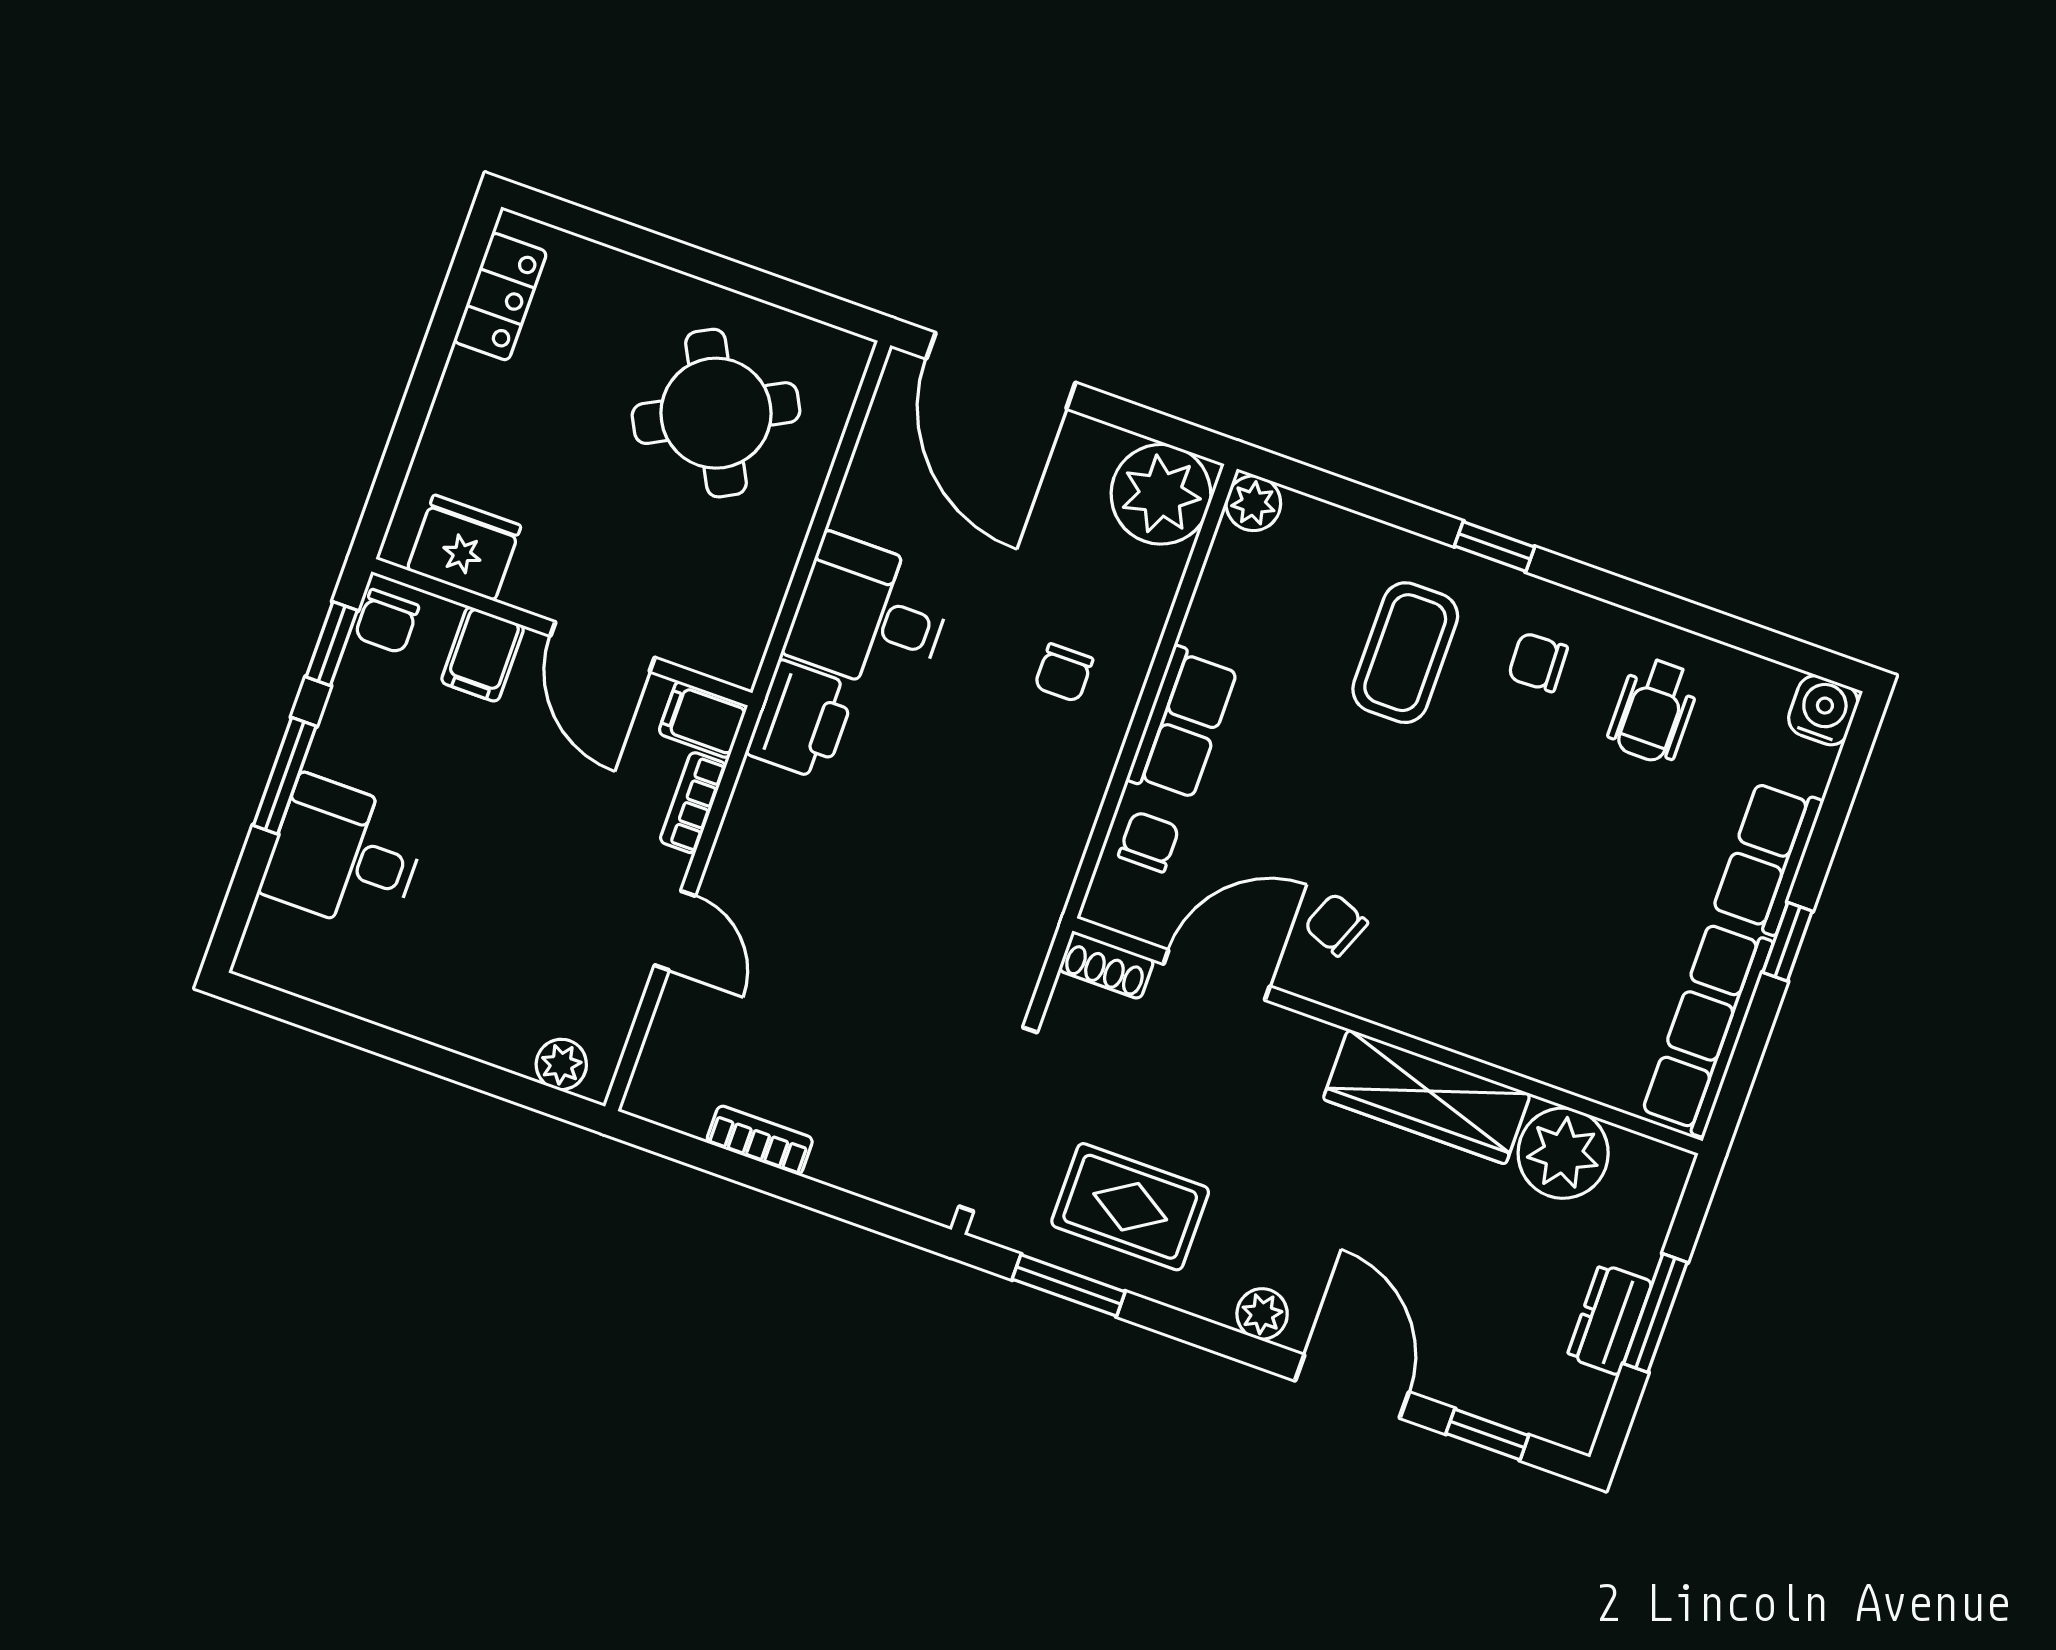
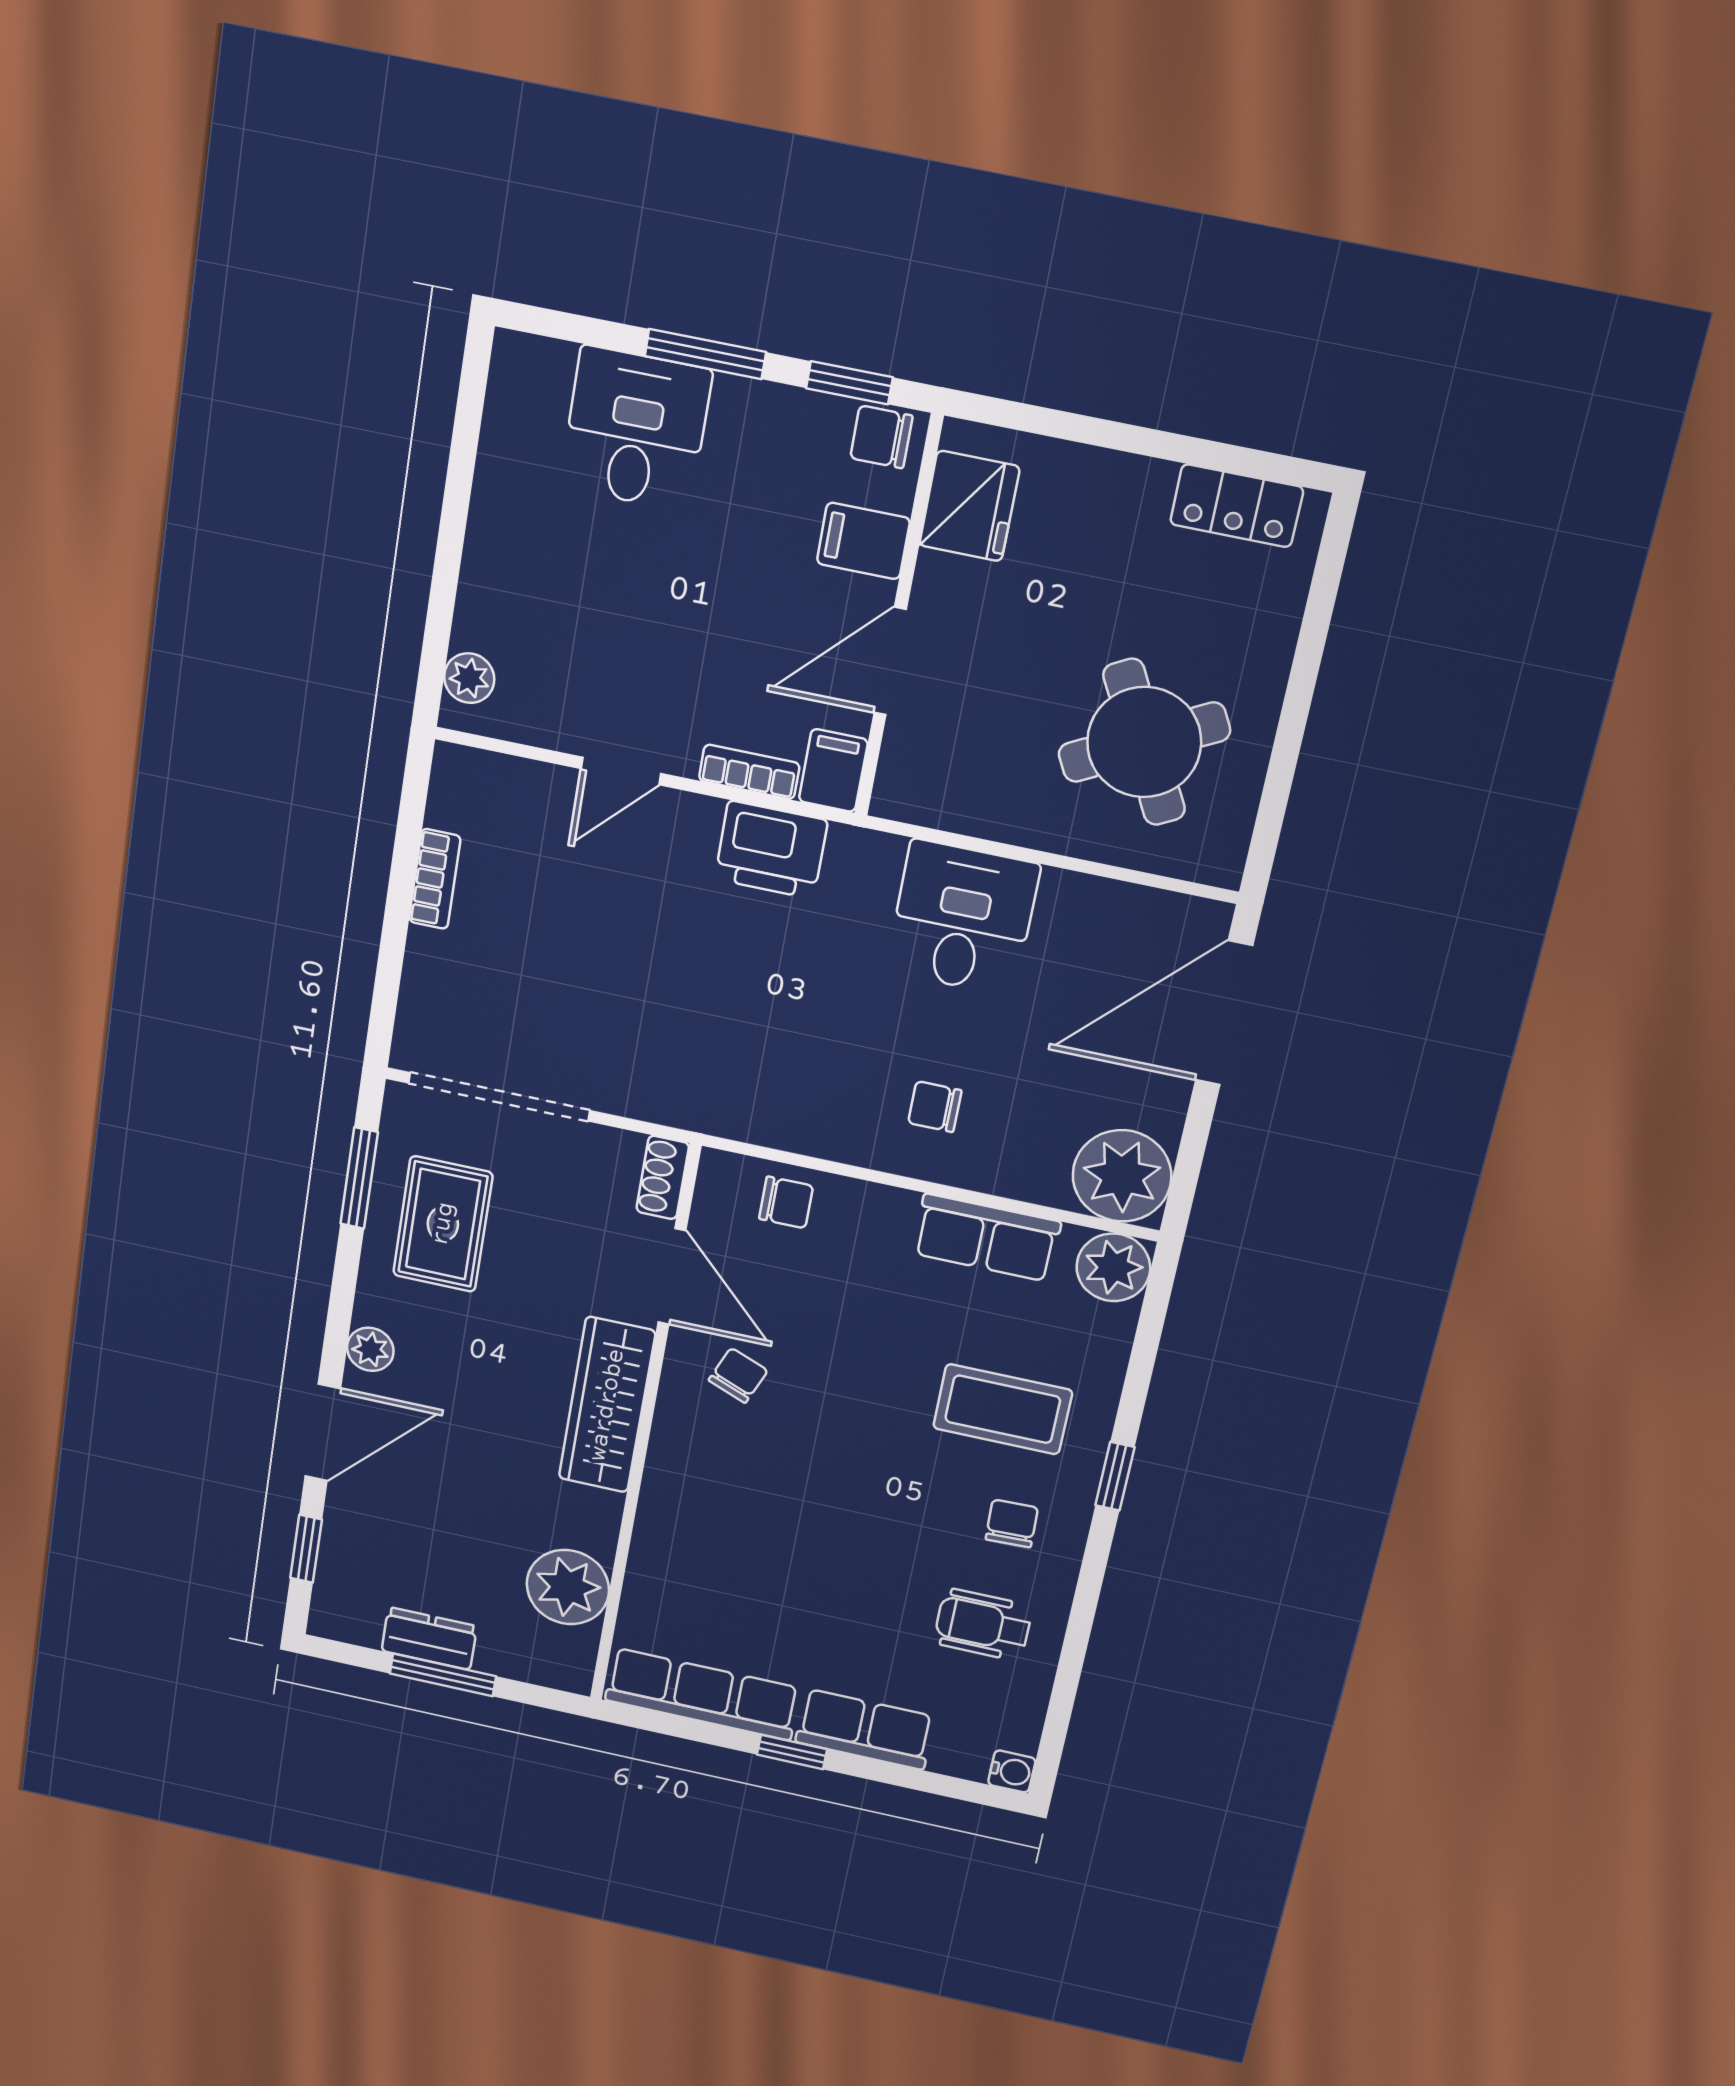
plant: (1253, 503) -> (1113, 1267), width x1.38, depth x1.38
water cooler: (1823, 710) -> (1012, 1771), width x0.72, depth x0.72
printer: (801, 720) -> (771, 850), moved
row of seats: (1183, 724) -> (986, 1238), moved
wardrobe: (1427, 1097) -> (607, 1405), moved

